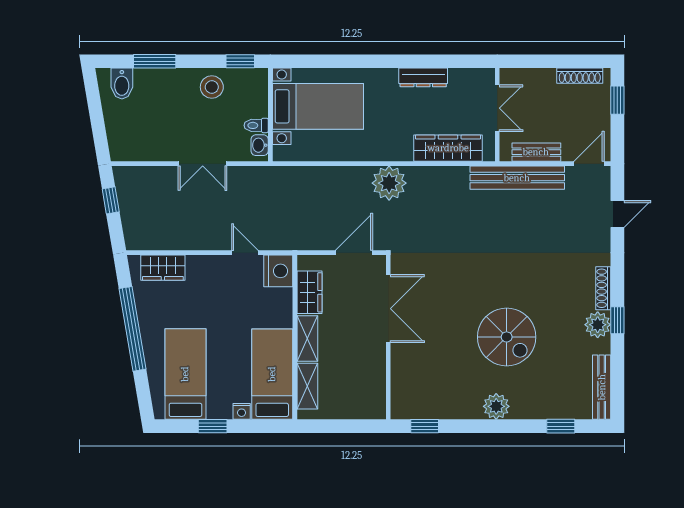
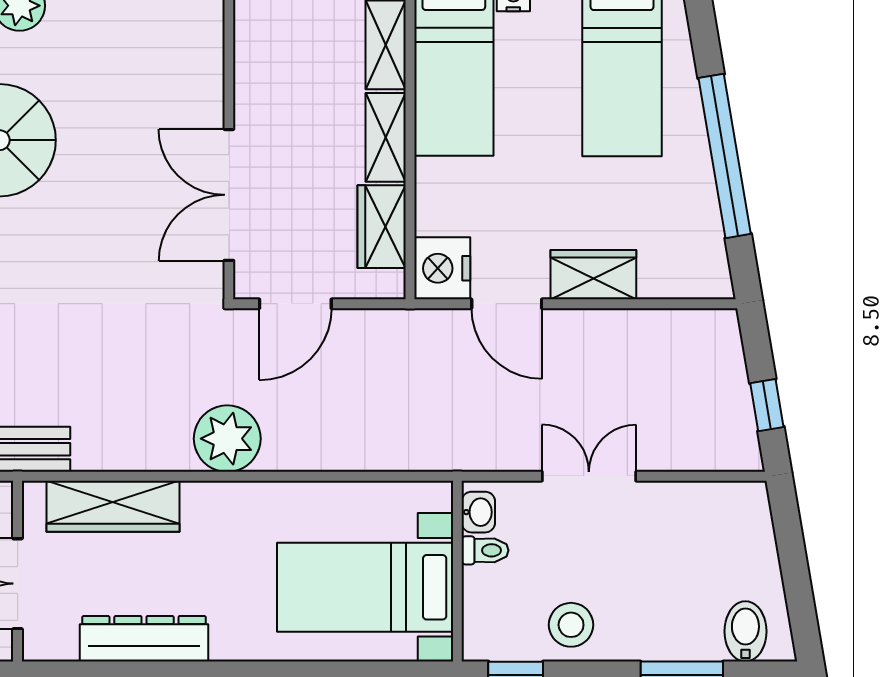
dresser: (423, 77) -> (144, 639), width x1.37, depth x1.24
door: (245, 253) -> (507, 304), width x1.38
wardrobe: (163, 268) -> (593, 275), moved

